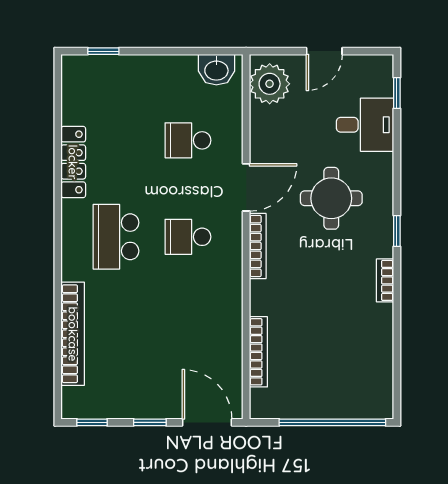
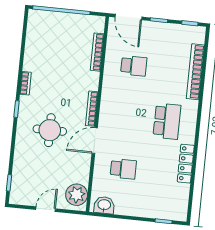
desk: (365, 125) -> (28, 168), removed
school desk: (188, 237) -> (134, 66), moved

